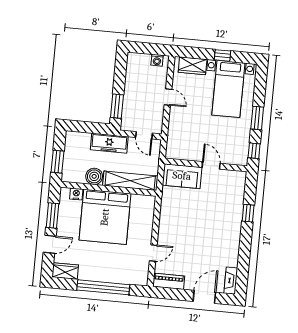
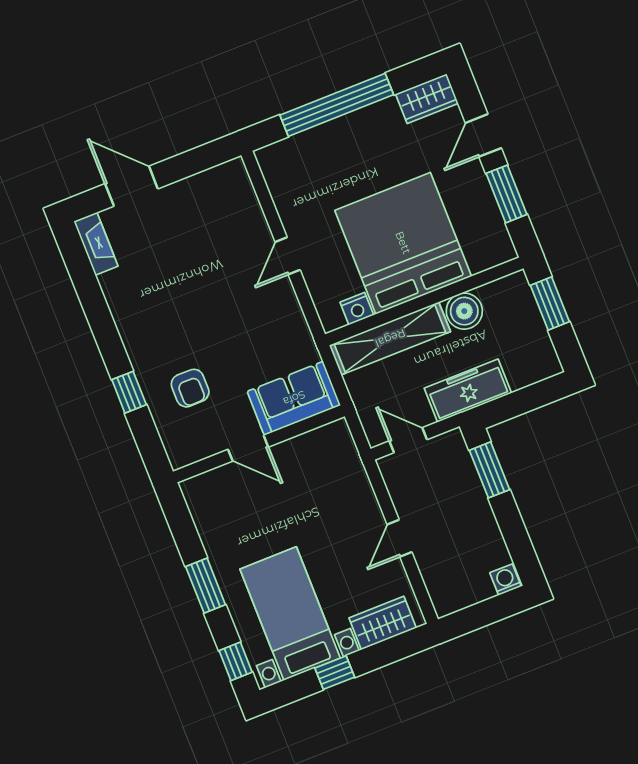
washing machine: (157, 60) -> (506, 580), moved
door: (168, 97) -> (399, 538), hinge flipped
window: (254, 151) -> (236, 661), moved
nightstand: (76, 194) -> (357, 309), moved
armchair: (222, 202) -> (190, 388), added
door: (153, 253) -> (288, 256), moved
piano: (169, 281) -> (216, 181), removed
door: (204, 297) -> (131, 186), swing flipped

